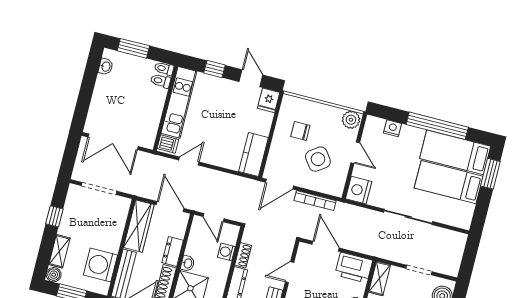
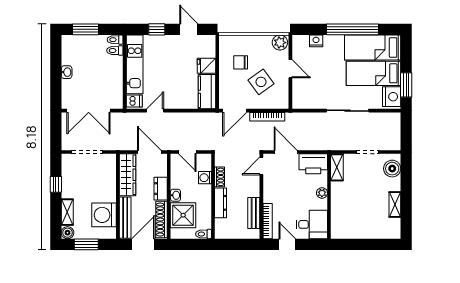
washbasin: (106, 67) -> (67, 72), moved
fridge: (269, 100) -> (206, 66), moved, turned 90
window: (490, 174) -> (406, 85), moved
nightstand: (359, 190) -> (392, 97), moved, turned 180
door: (290, 272) -> (261, 166), moved

